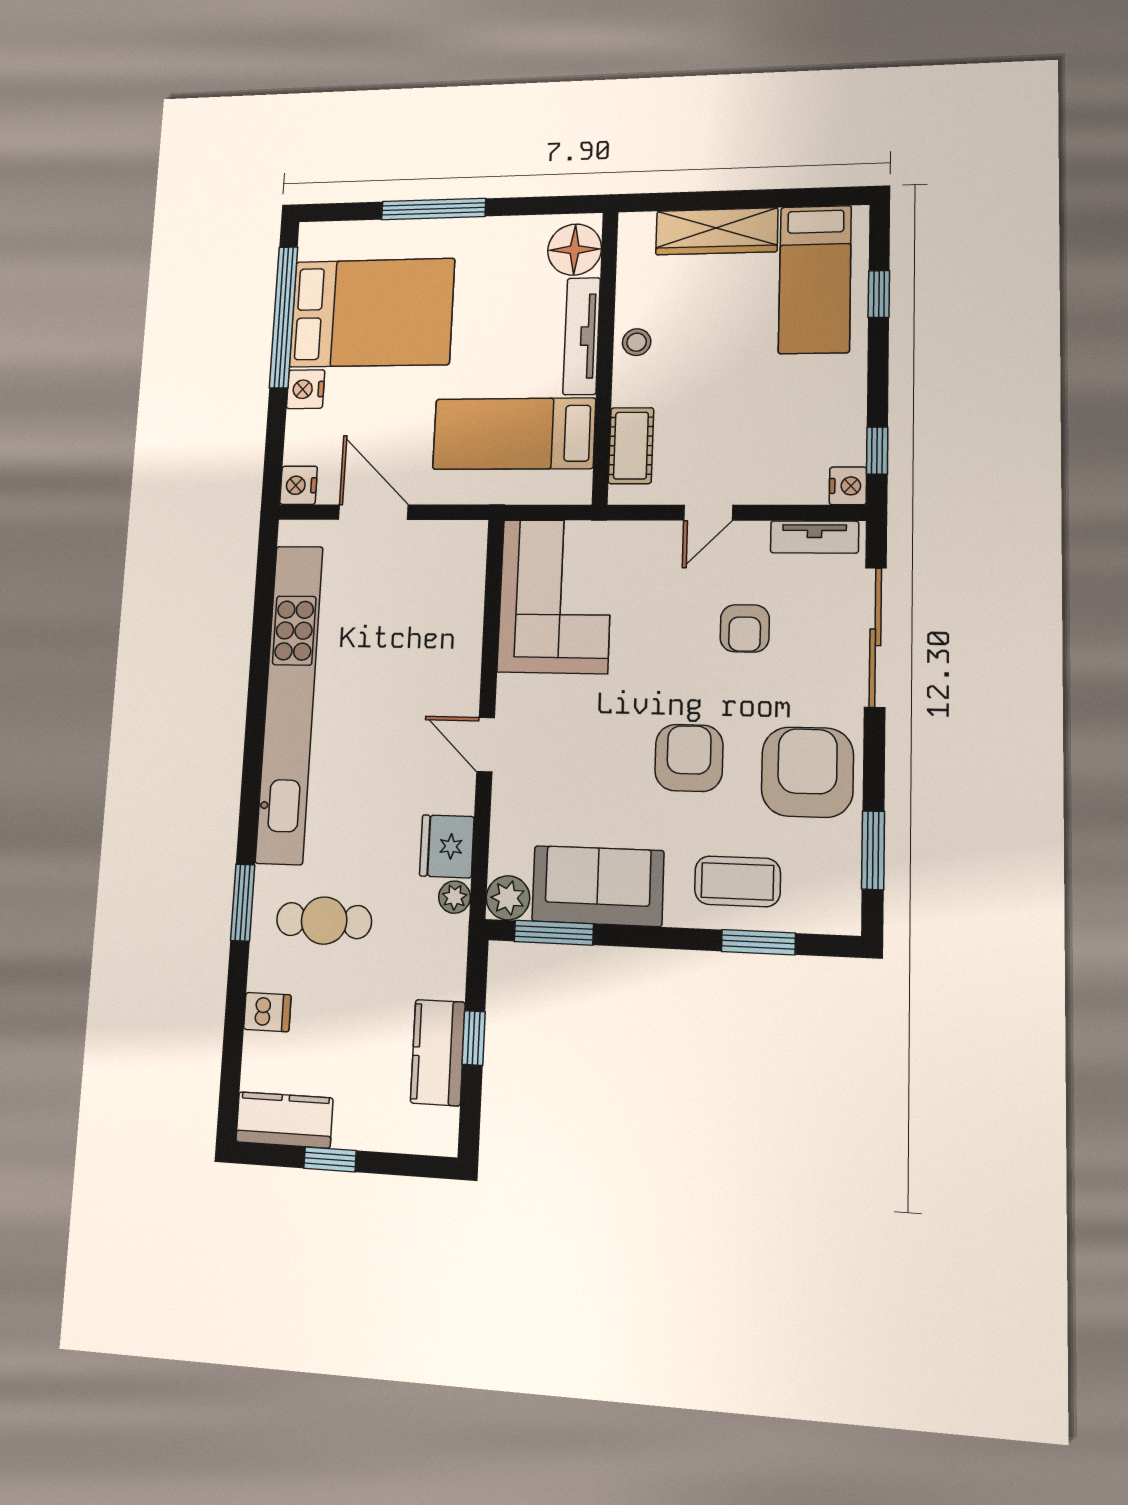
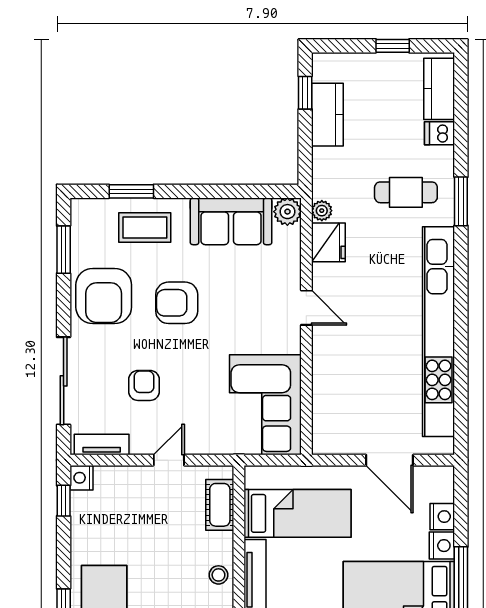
nightstand: (299, 485) -> (442, 517), moved
armchair: (689, 758) -> (177, 303), turned 90
window: (554, 933) -> (258, 191), removed
window: (474, 1038) -> (305, 93), moved
kitchen counter: (284, 1120) -> (439, 89), moved, turned 90

